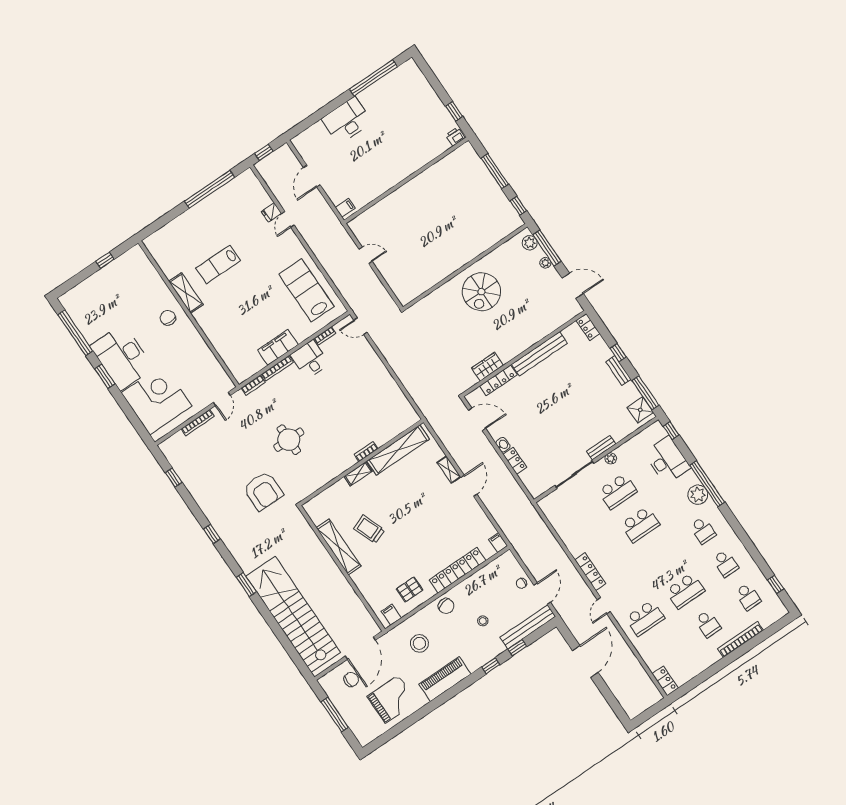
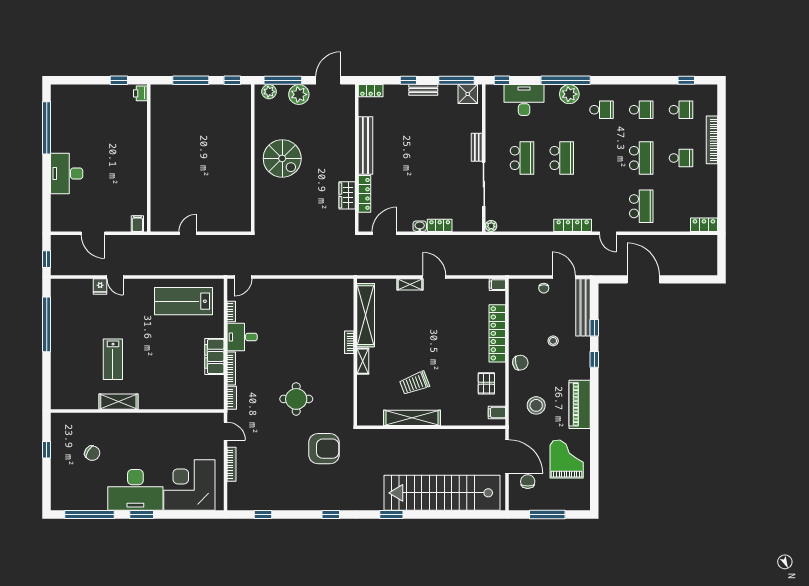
plant: (545, 263) -> (299, 94), width x1.88, depth x1.88
chair: (168, 318) -> (92, 453), moved, turned -148
plant: (611, 458) -> (491, 226), moved

